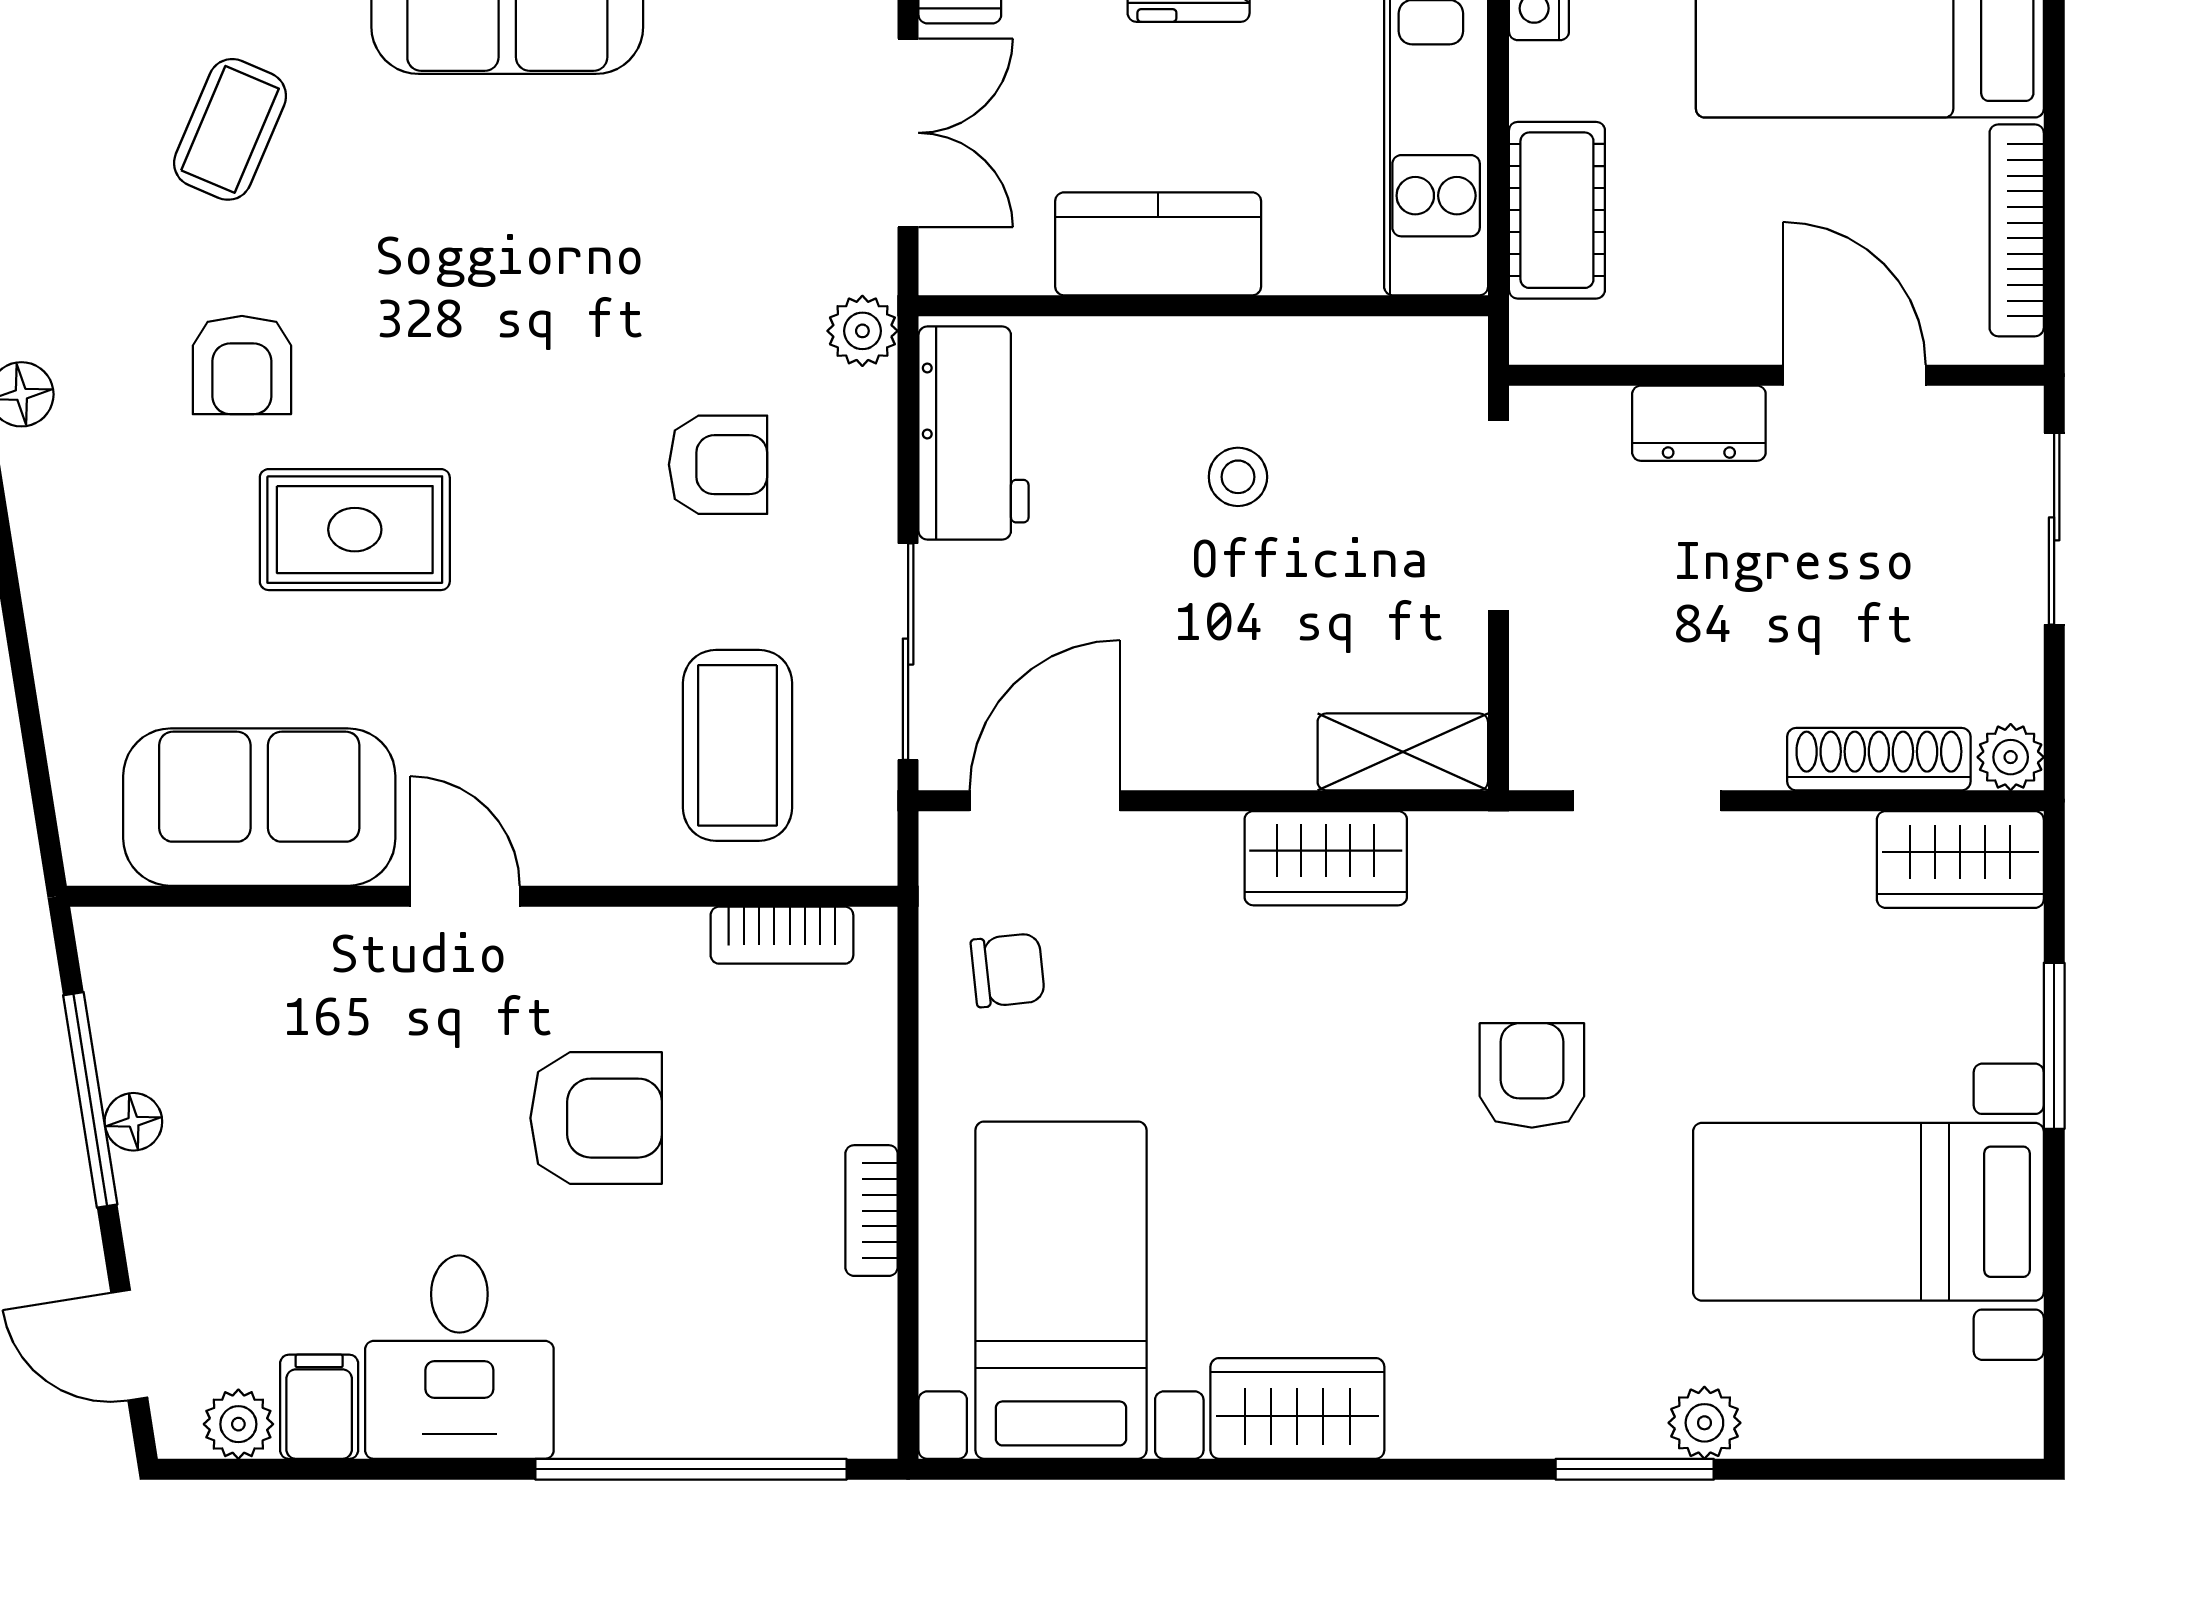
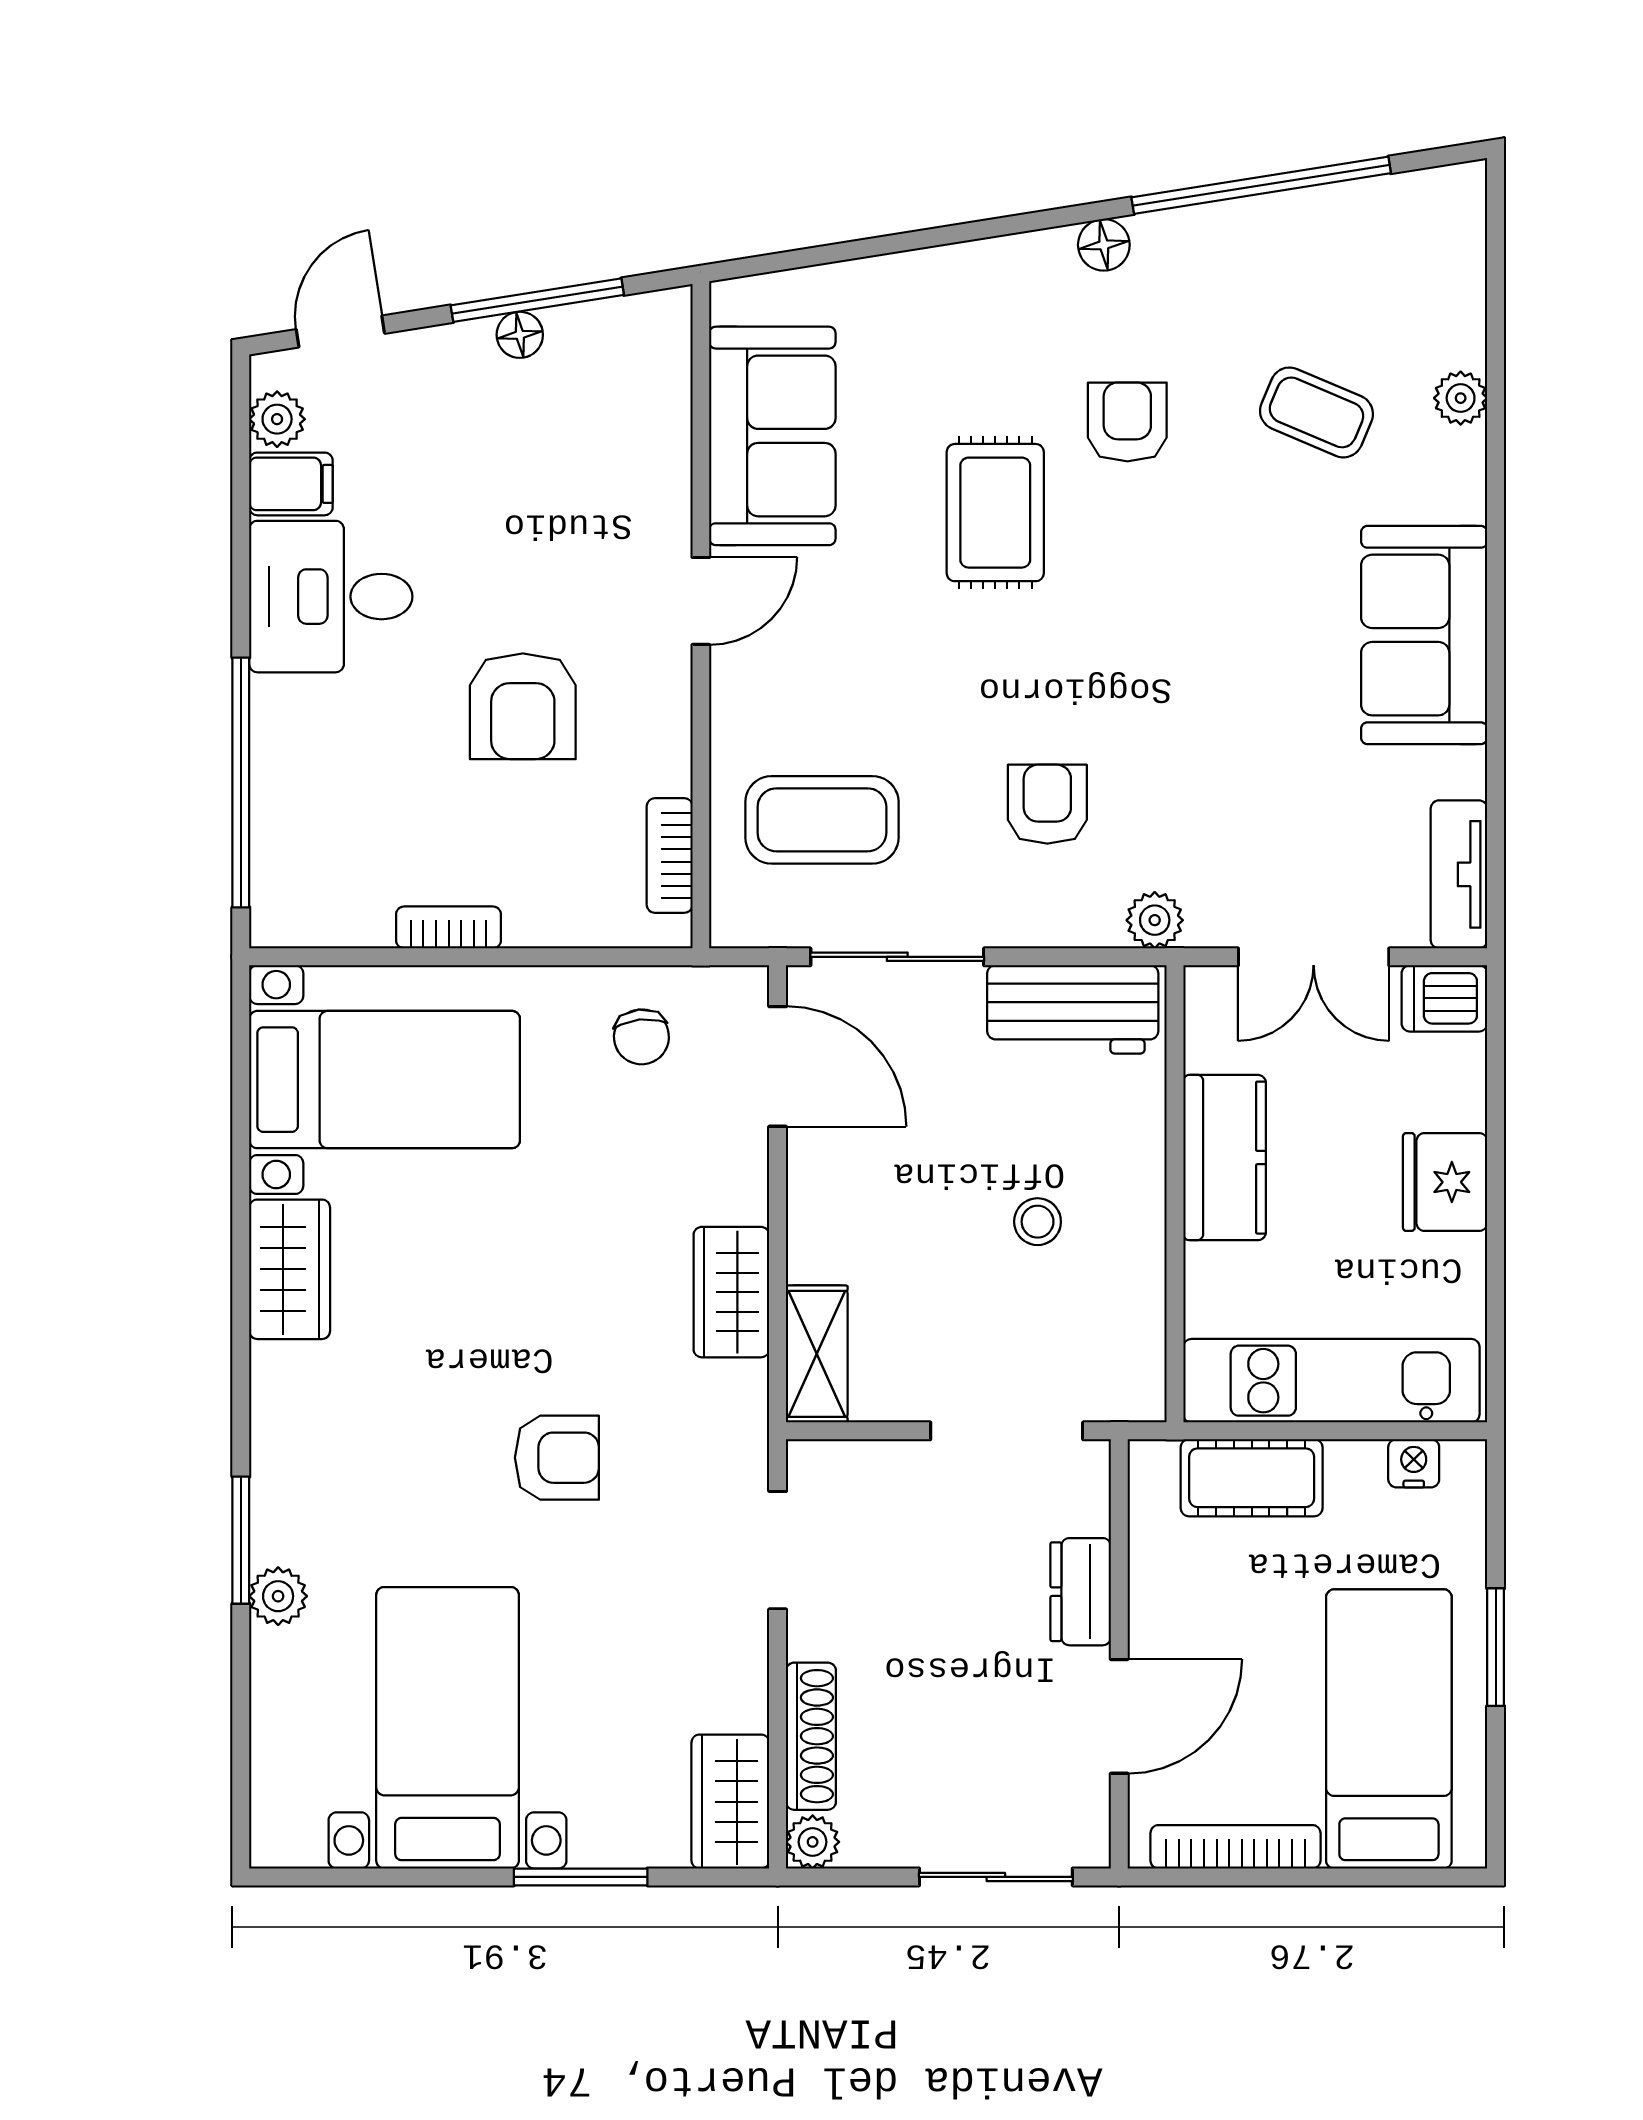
armchair: (242, 365) -> (1127, 422), turned 90
armchair: (718, 465) -> (1047, 804), turned 180

